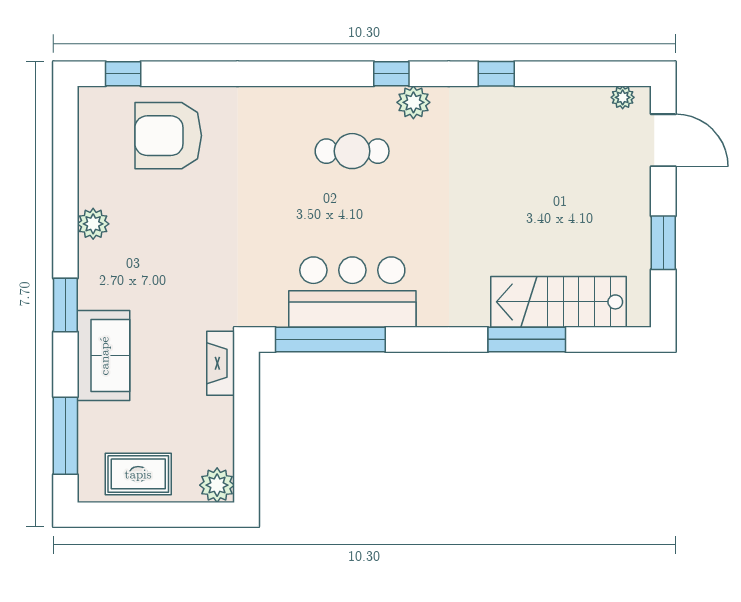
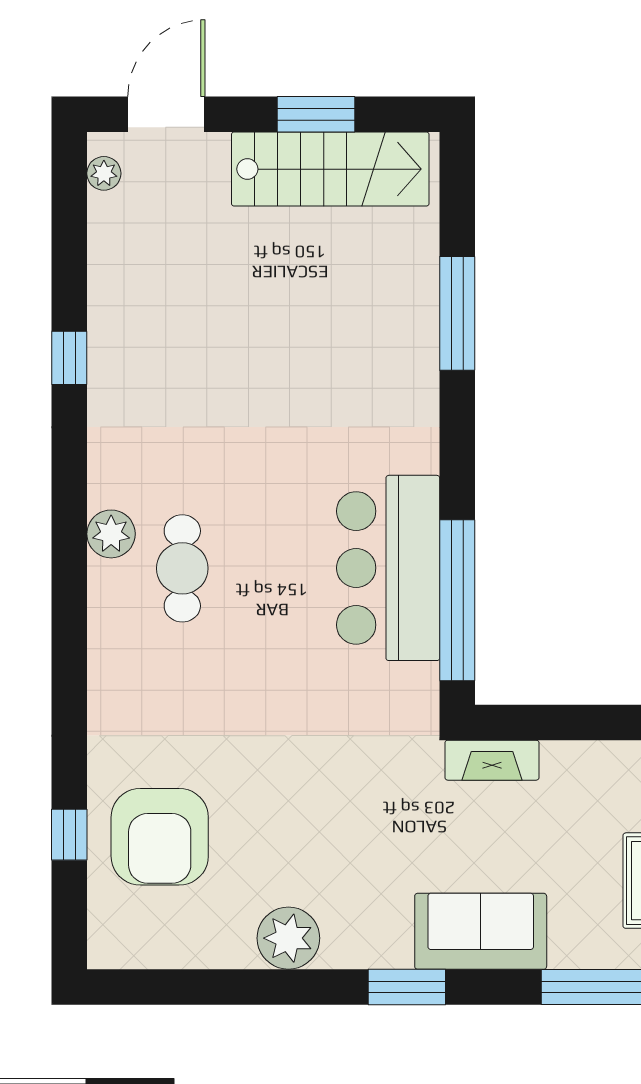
window: (123, 74) -> (69, 835), moved
window: (391, 74) -> (69, 511), removed
plant: (413, 102) -> (111, 534), moved
plant: (93, 224) -> (288, 938), width x1.36, depth x1.36
stairs: (559, 302) -> (330, 169), moved, turned -90

